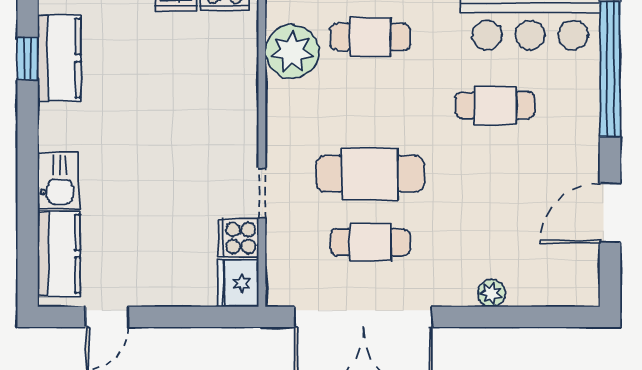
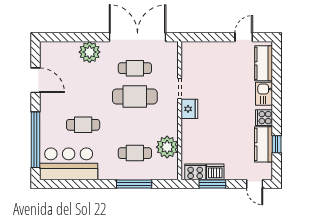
door: (610, 213) -> (36, 80), hinge flipped
cooker: (238, 238) -> (264, 118), moved, turned 180
fridge: (238, 283) -> (189, 109), moved
plant: (491, 293) -> (90, 52), width x1.87, depth x1.87

